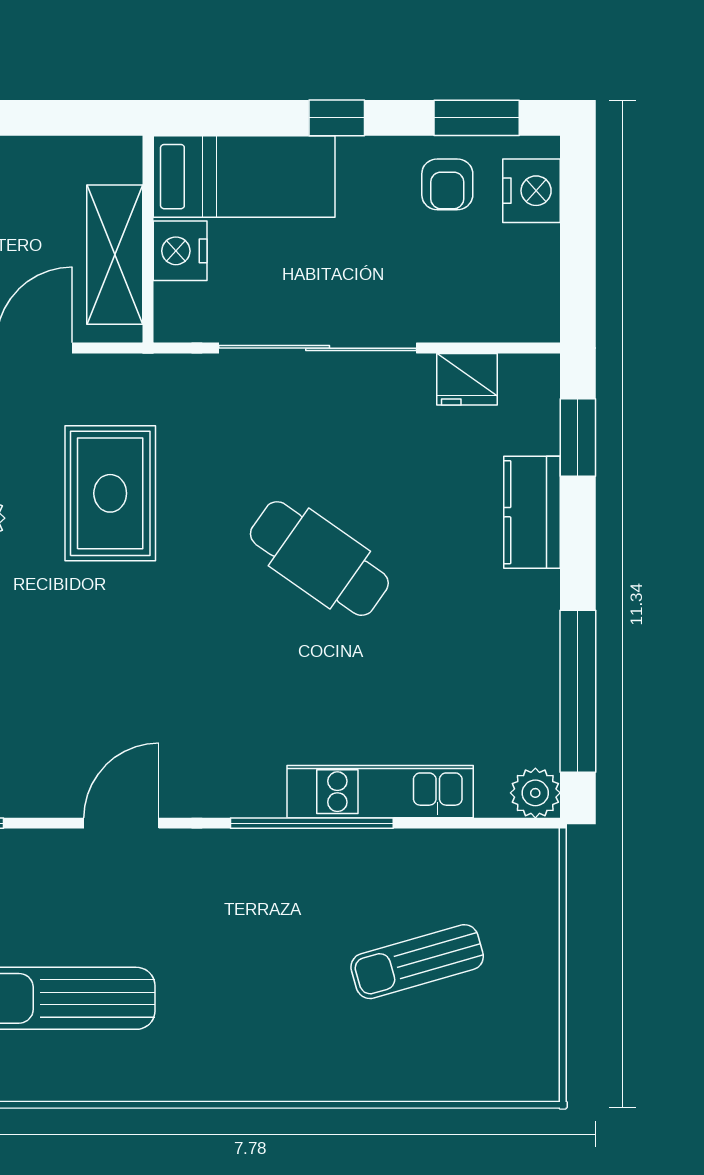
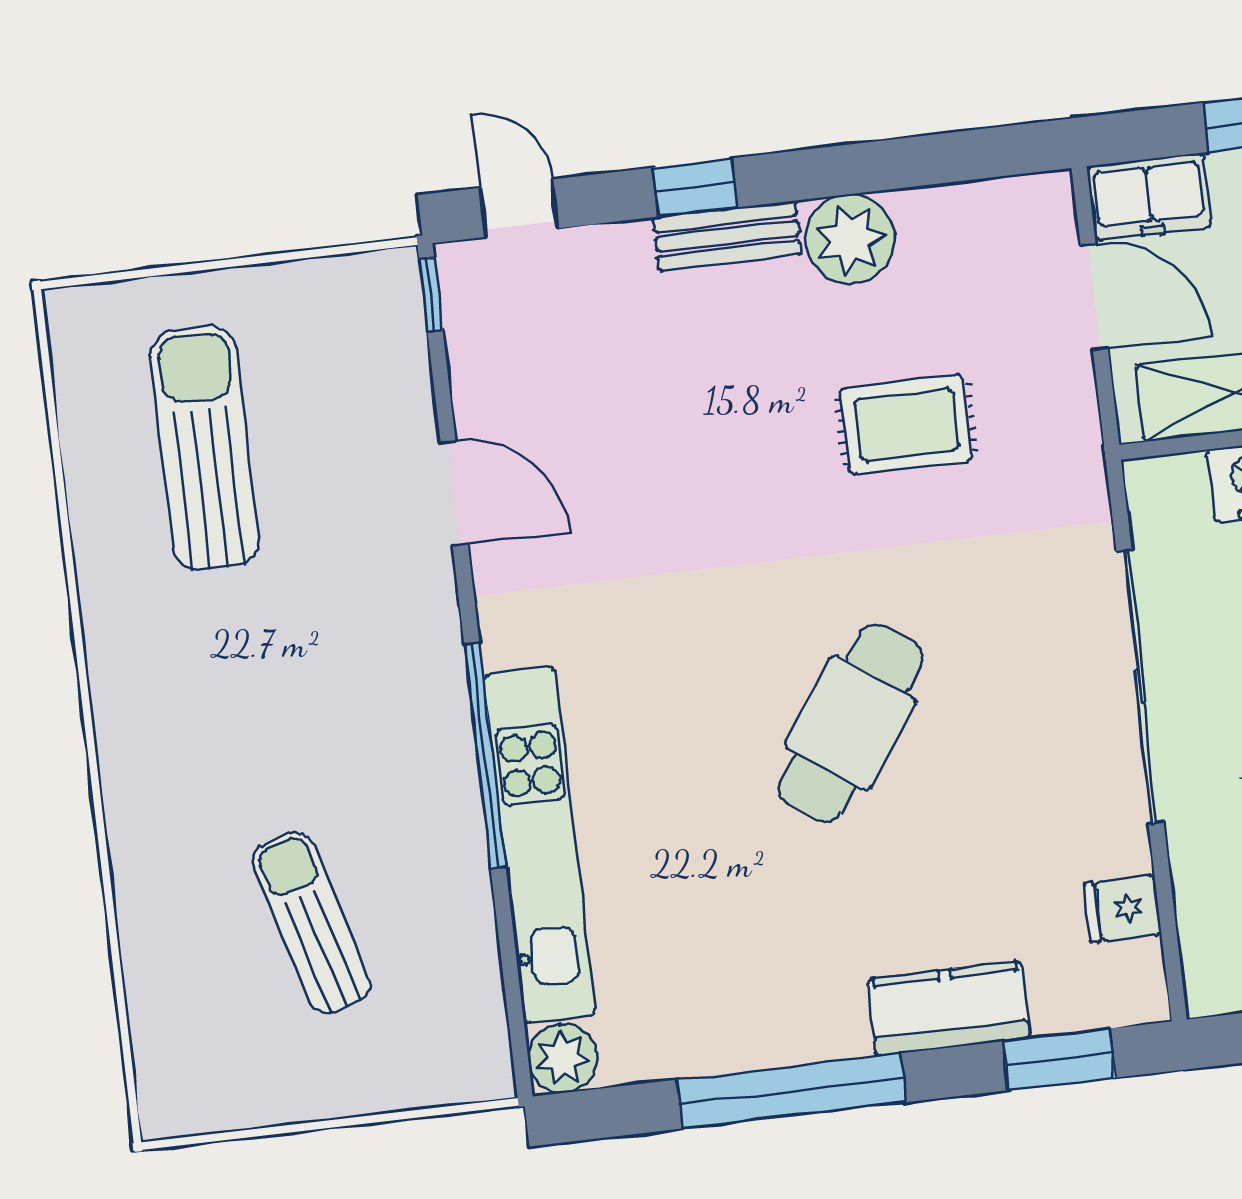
fridge: (467, 379) -> (1123, 909), width x0.72
rug: (110, 493) -> (906, 425), width x0.73, depth x0.70
window: (578, 691) -> (792, 1091), moved
kitchen unit: (380, 792) -> (539, 844), width x1.36

